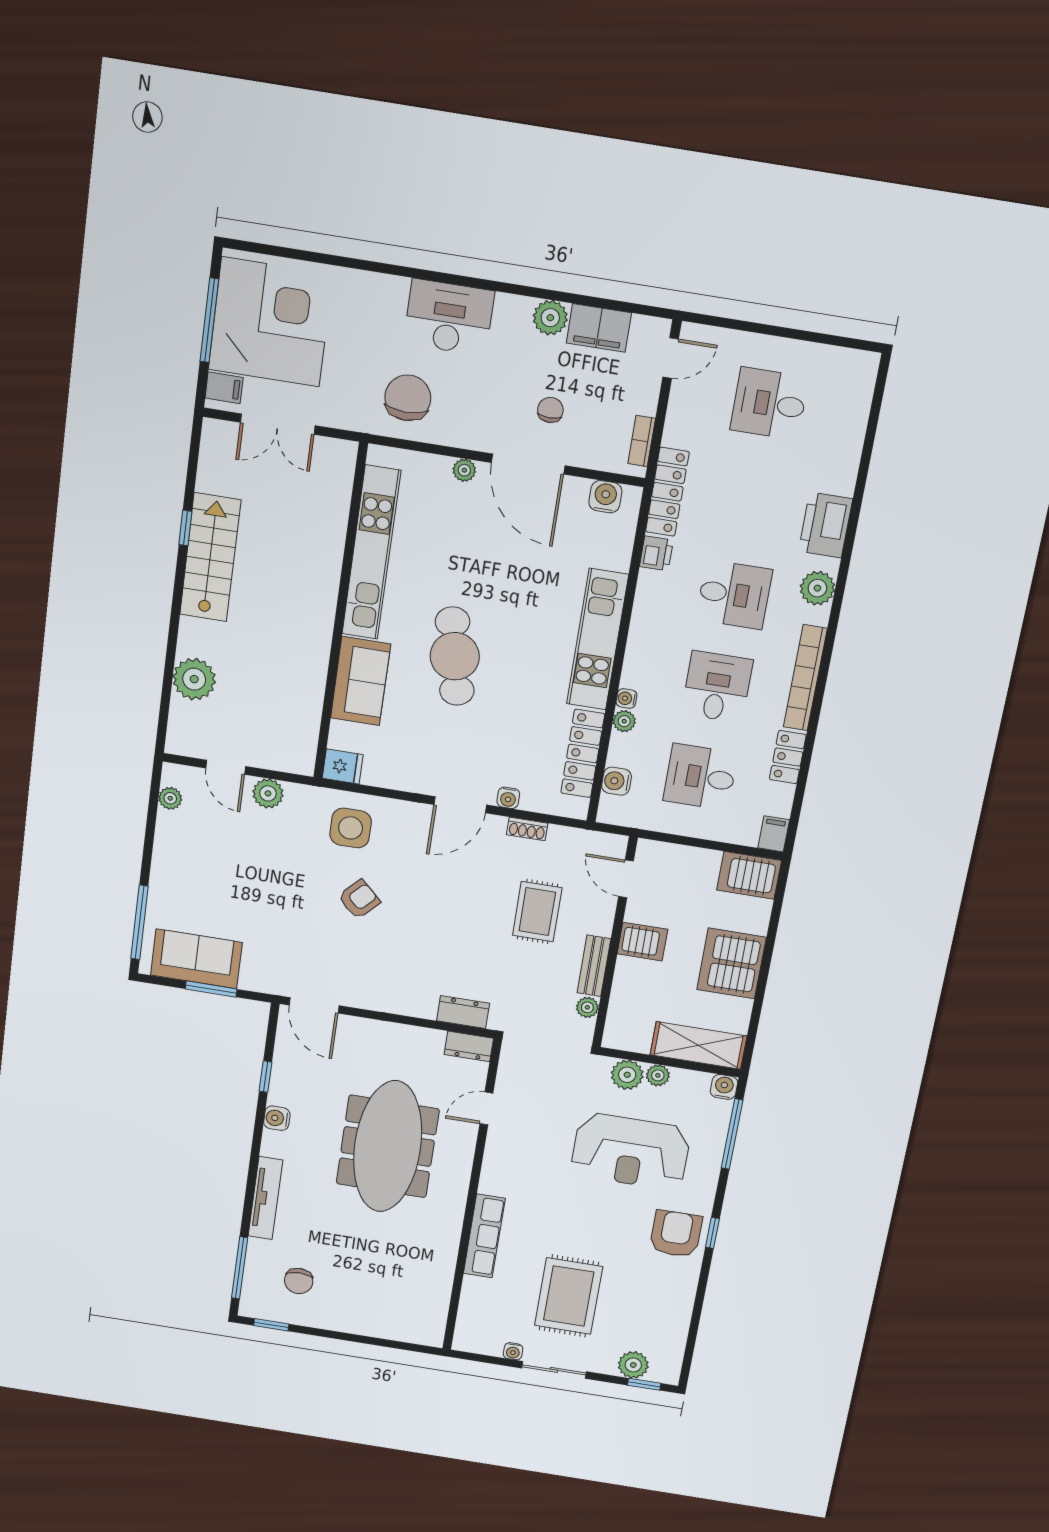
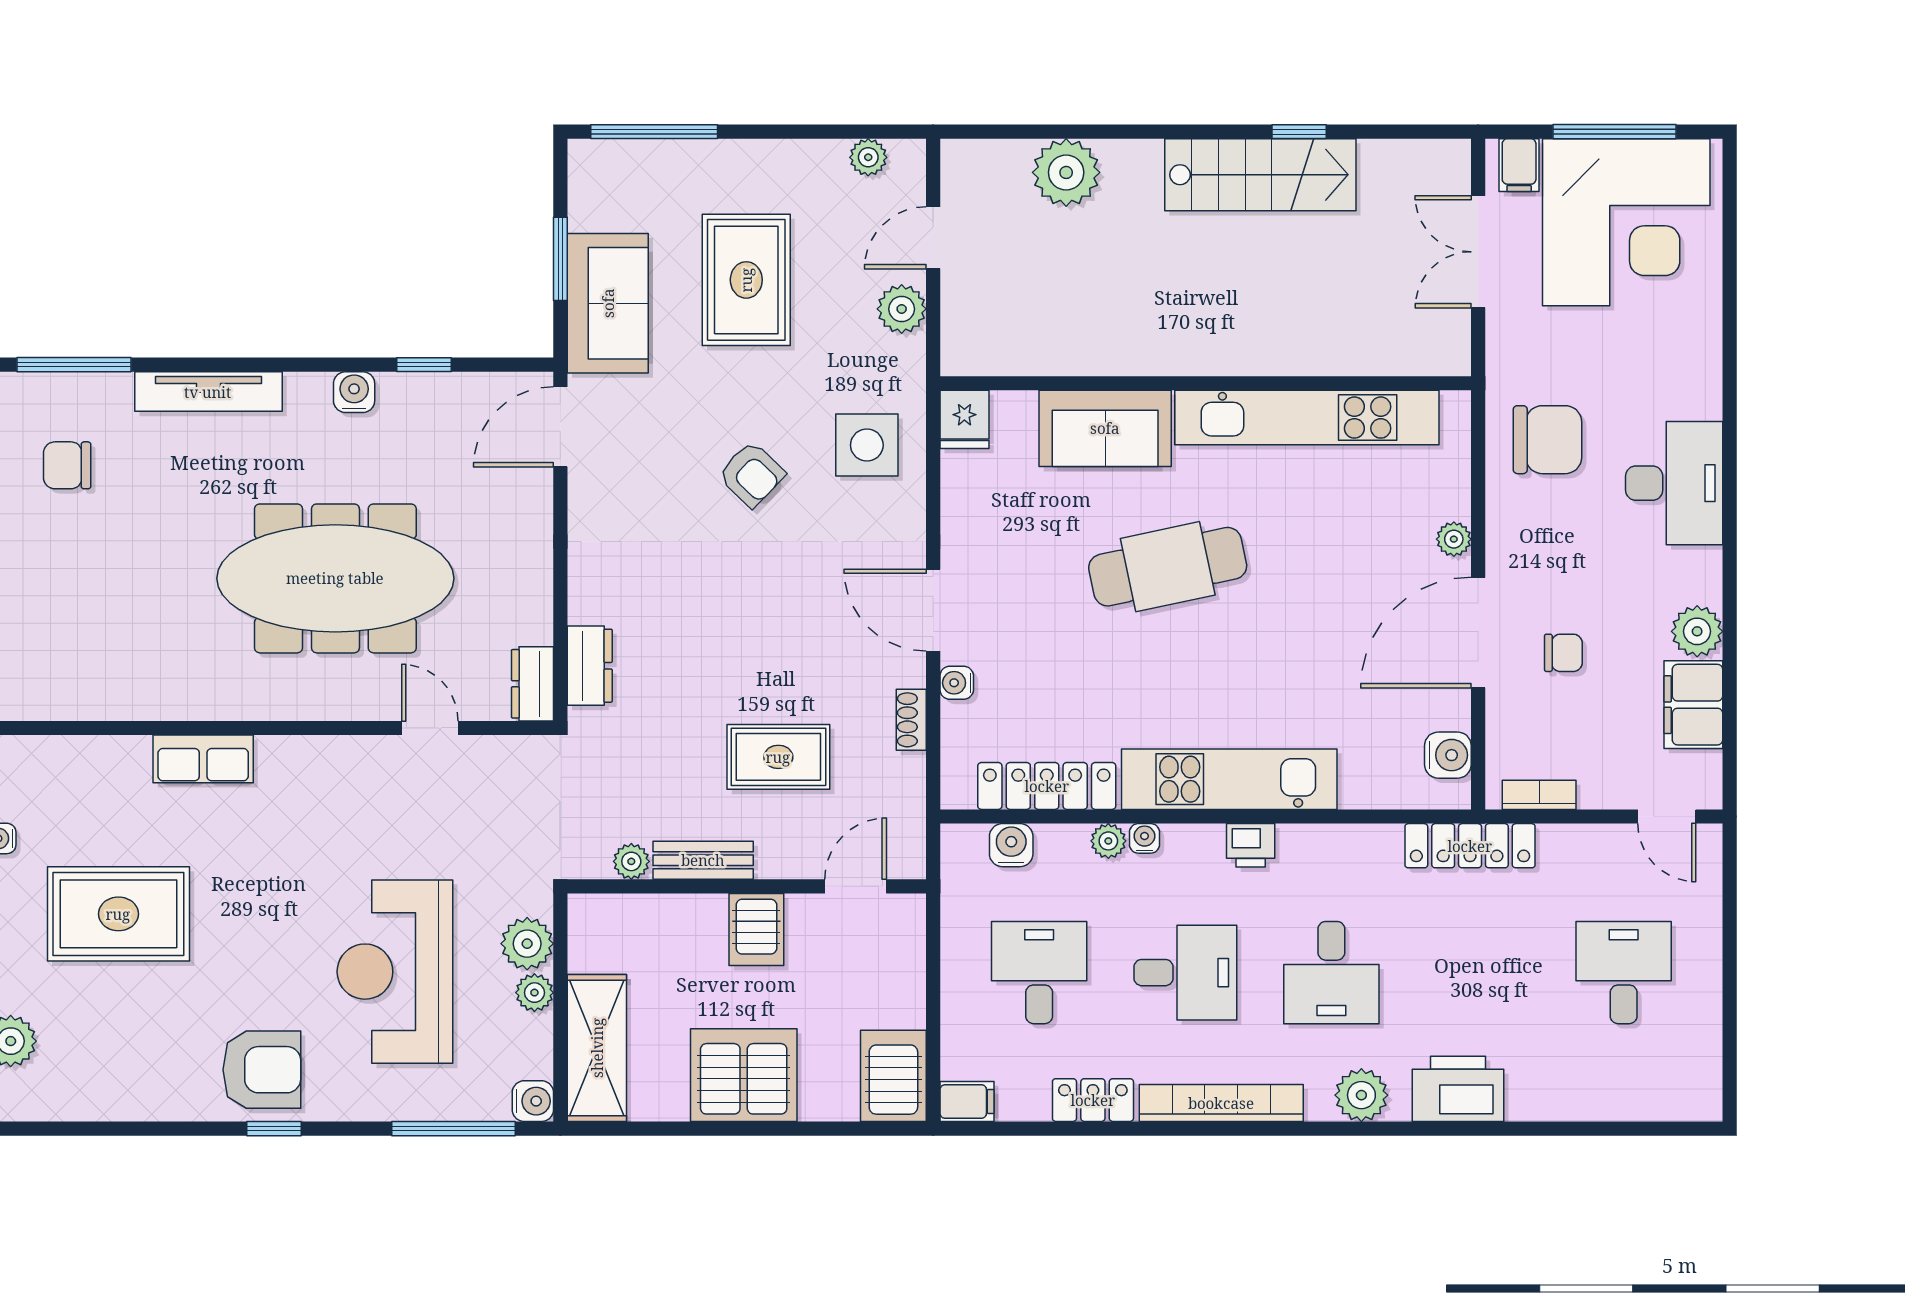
printer: (656, 553) -> (1251, 845), moved
rug: (238, 883) -> (746, 280), added
sofa: (196, 959) -> (608, 303), moved
row of seats: (484, 1236) -> (203, 759), width x0.68

